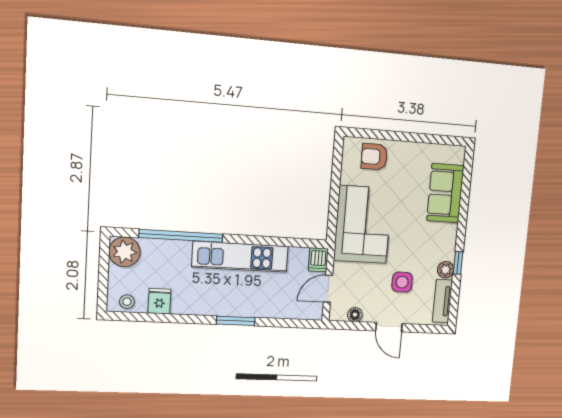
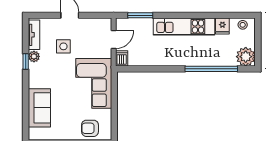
armchair: (374, 157) -> (90, 128), turned 180
kitchen unit: (240, 257) -> (184, 27), moved, turned 180
floor lamp: (355, 315) -> (94, 23), removed
window: (236, 321) -> (140, 15), moved

